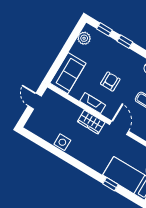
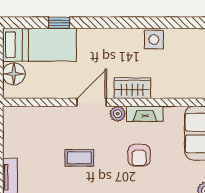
plant: (108, 112) -> (118, 114), added
door: (119, 128) -> (92, 102), swing flipped

